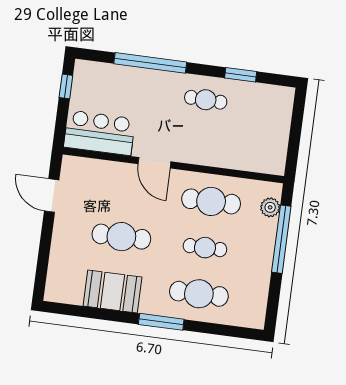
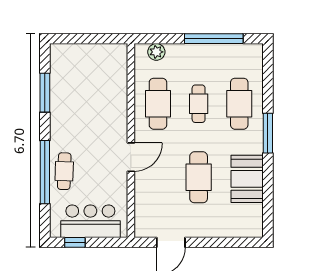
window: (241, 75) -> (45, 93), width x1.44
cafe table: (206, 100) -> (64, 171), moved
bar counter: (100, 133) -> (90, 221), moved, turned 90
window: (281, 239) -> (214, 39), moved

